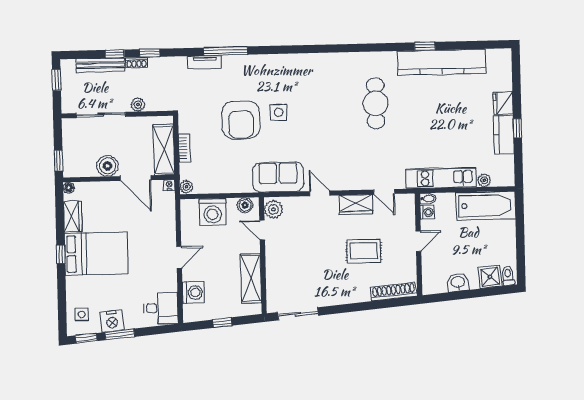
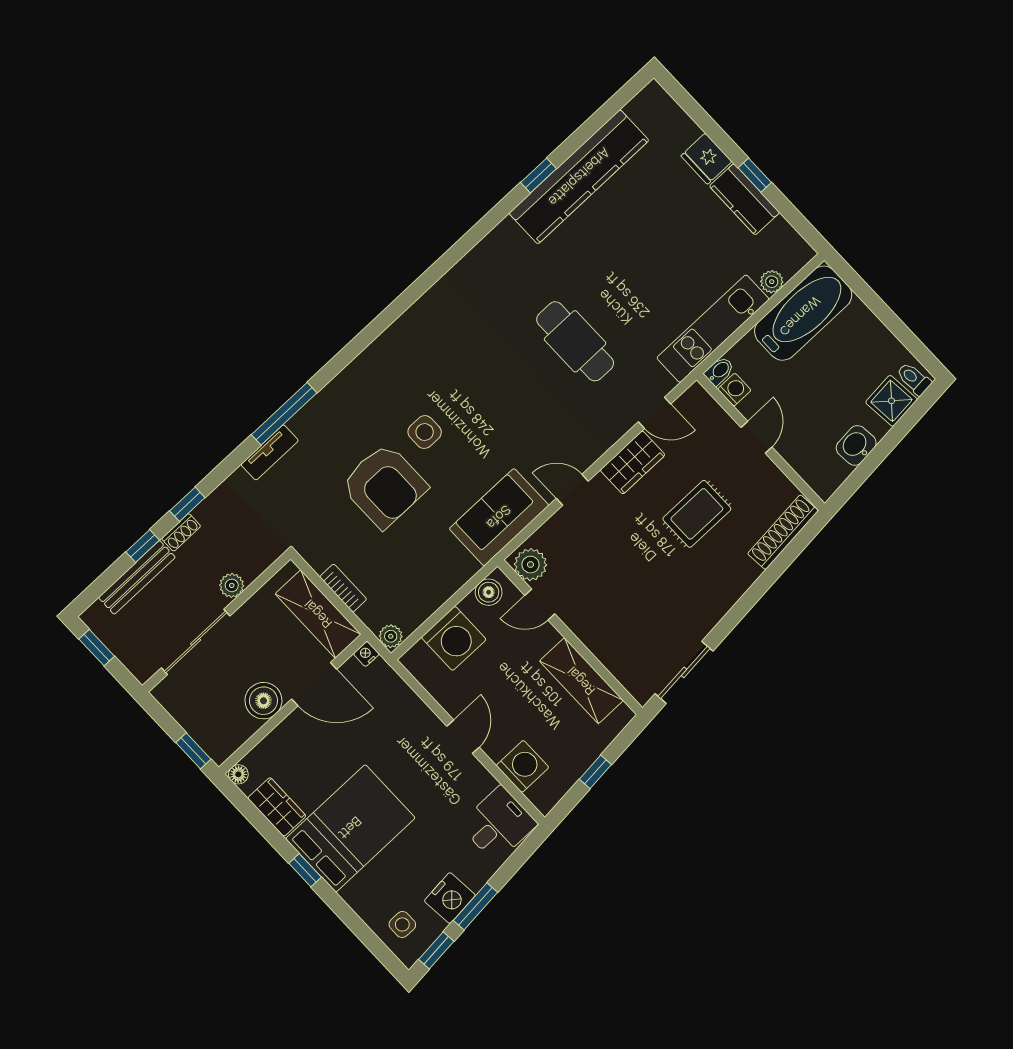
cafe table: (376, 103) -> (575, 341), moved

